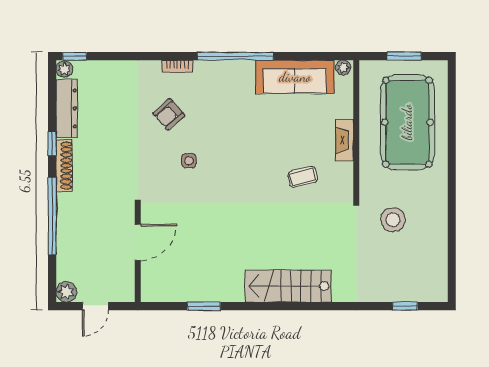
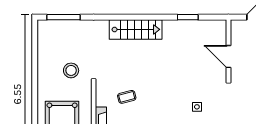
door: (138, 242) -> (228, 56), hinge flipped
window: (405, 306) -> (63, 17), width x2.17

